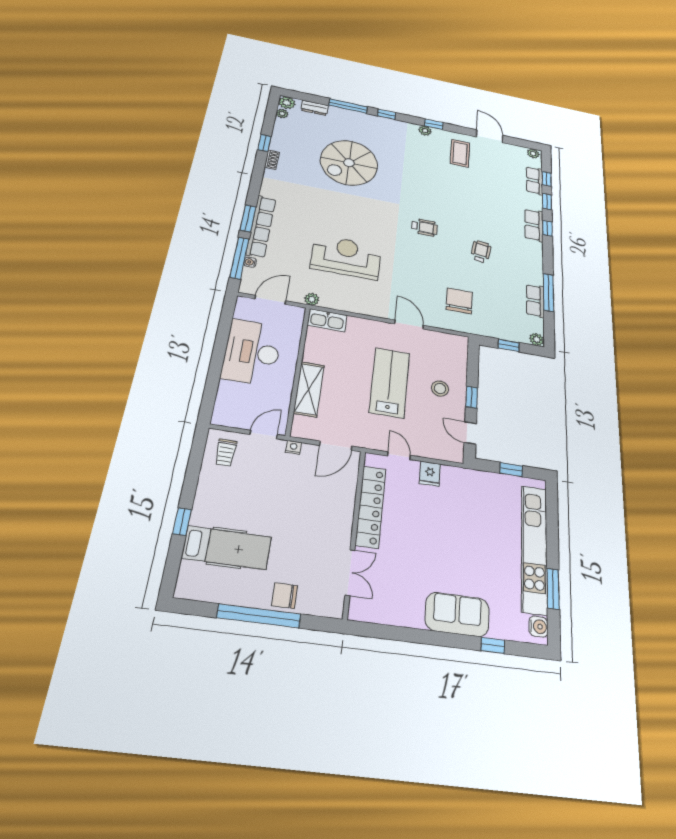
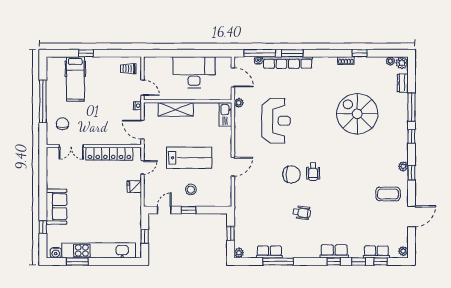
chair: (459, 301) -> (292, 174), moved
chair: (285, 596) -> (62, 124), moved

